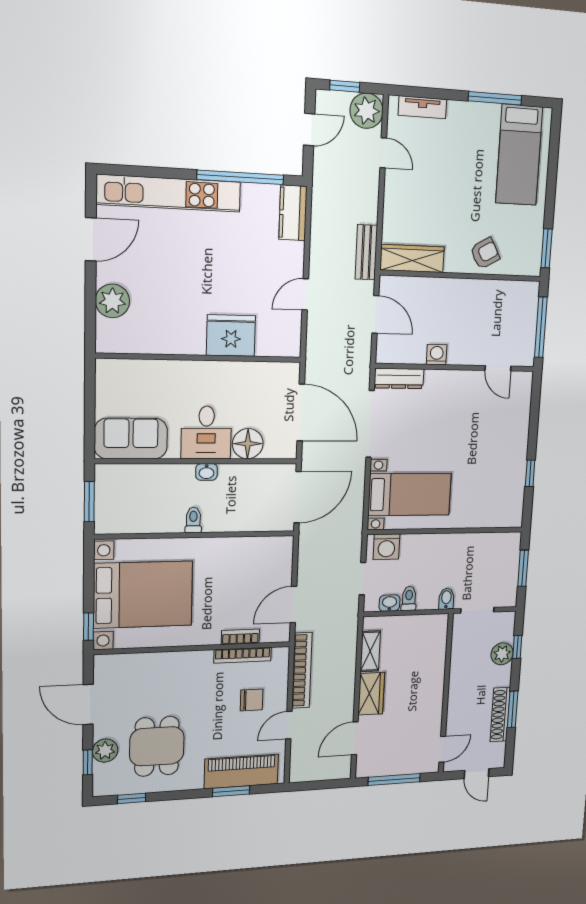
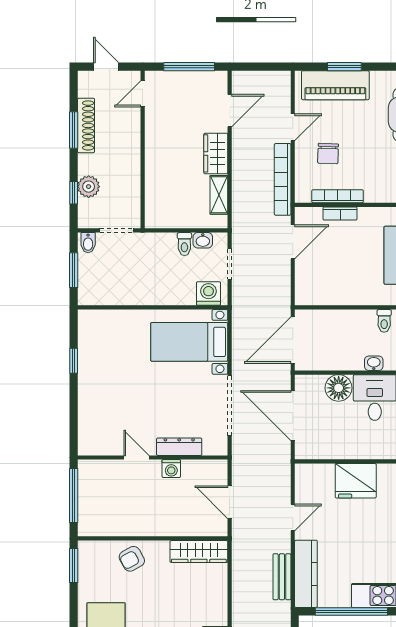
kitchen counter: (293, 213) -> (306, 574), width x1.50
bench: (366, 252) -> (282, 577), moved
door: (498, 368) -> (136, 458), moved
dresser: (399, 378) -> (179, 447), moved
bidet: (446, 599) -> (88, 243), moved
chair: (252, 700) -> (328, 154), turned -88

